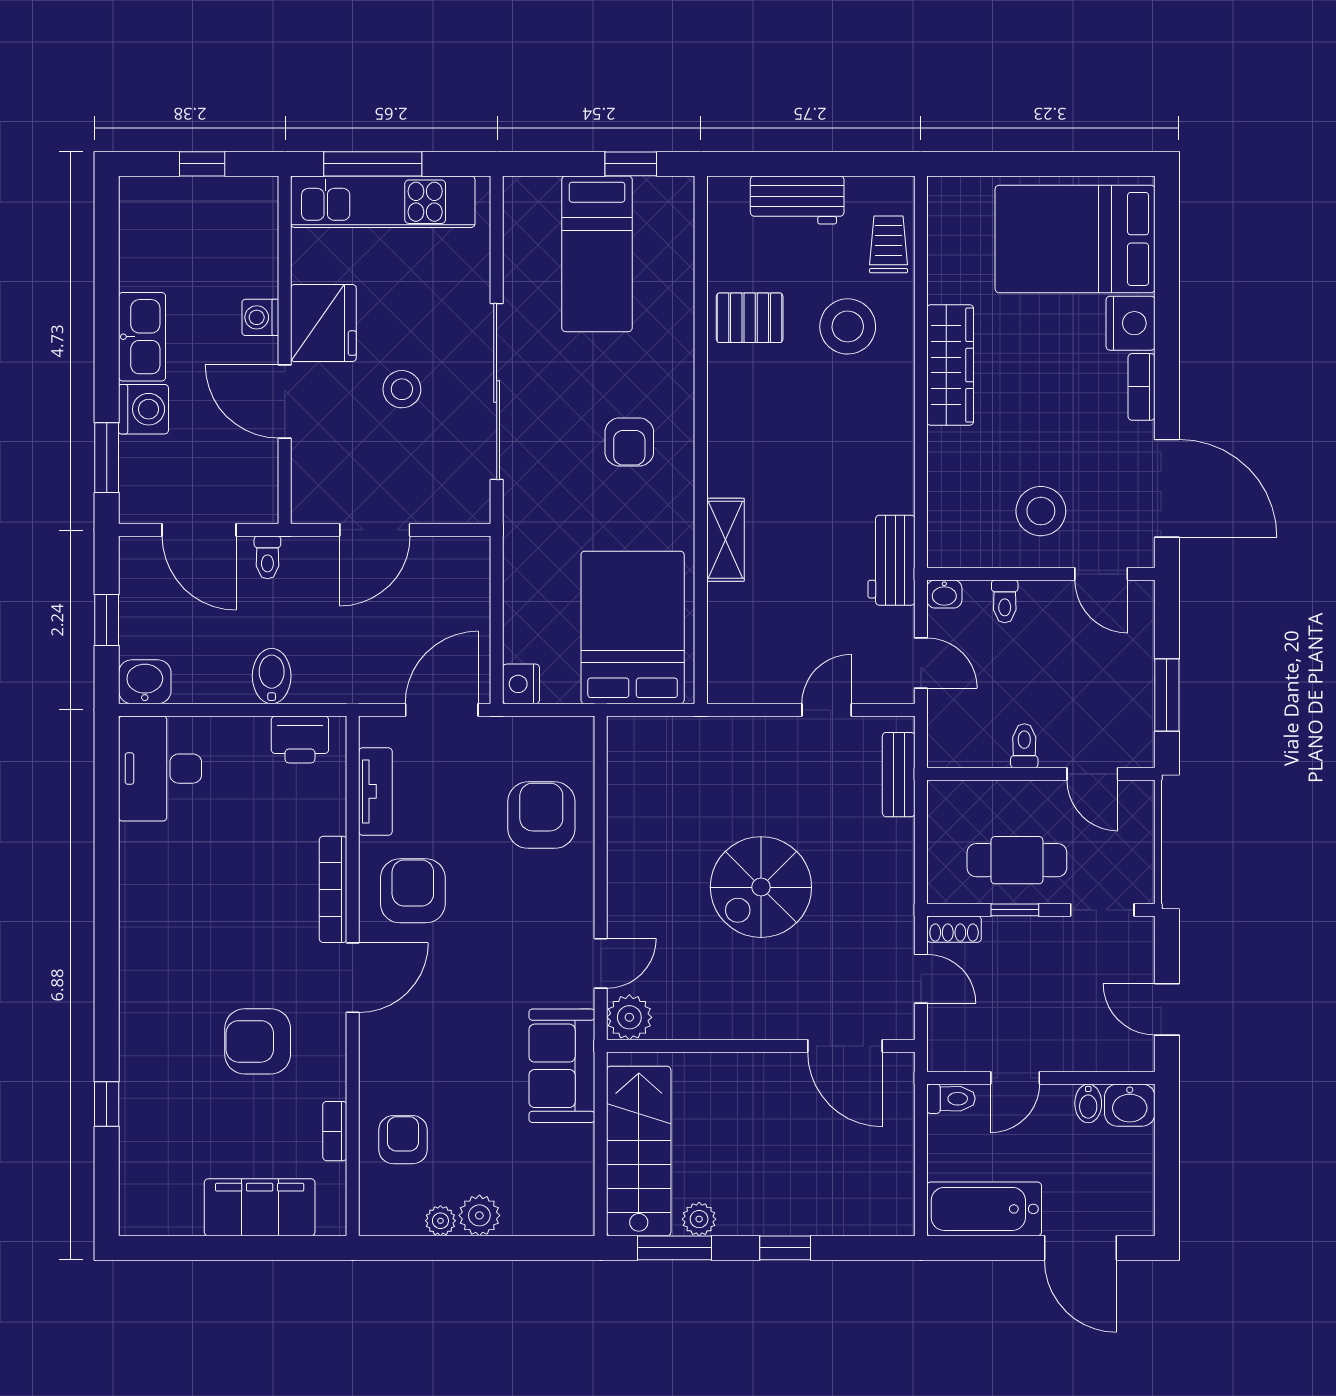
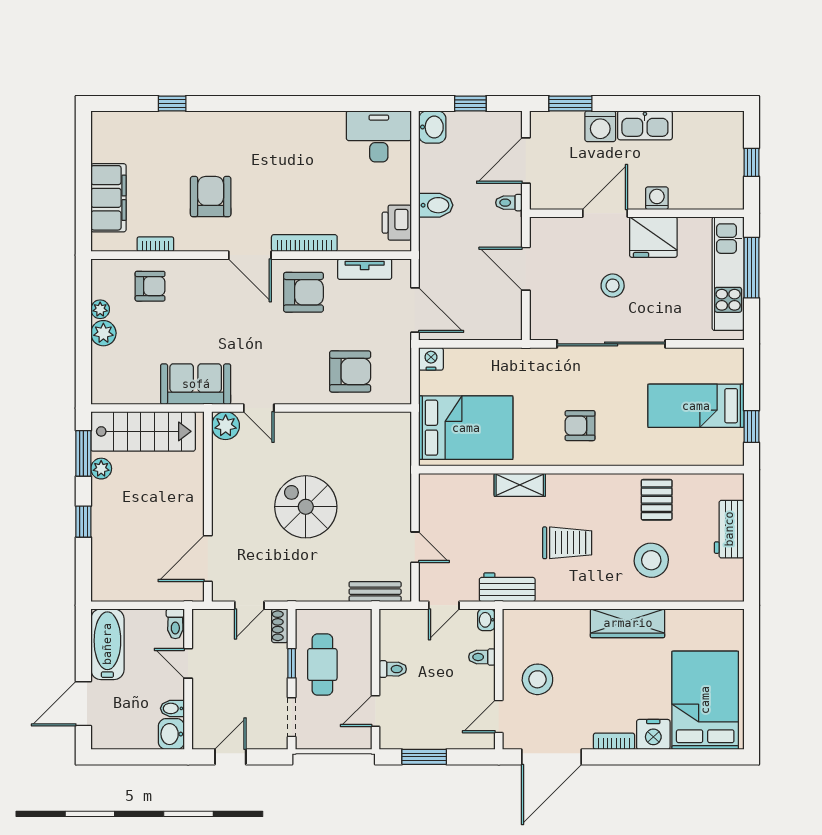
trolley: (889, 244) -> (567, 543), moved, width x1.36, depth x1.39

